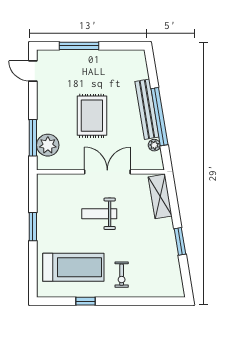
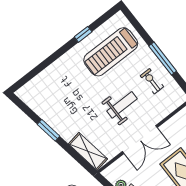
window: (33, 227) -> (163, 58), width x1.44
exercise bike: (122, 275) -> (152, 81), moved

